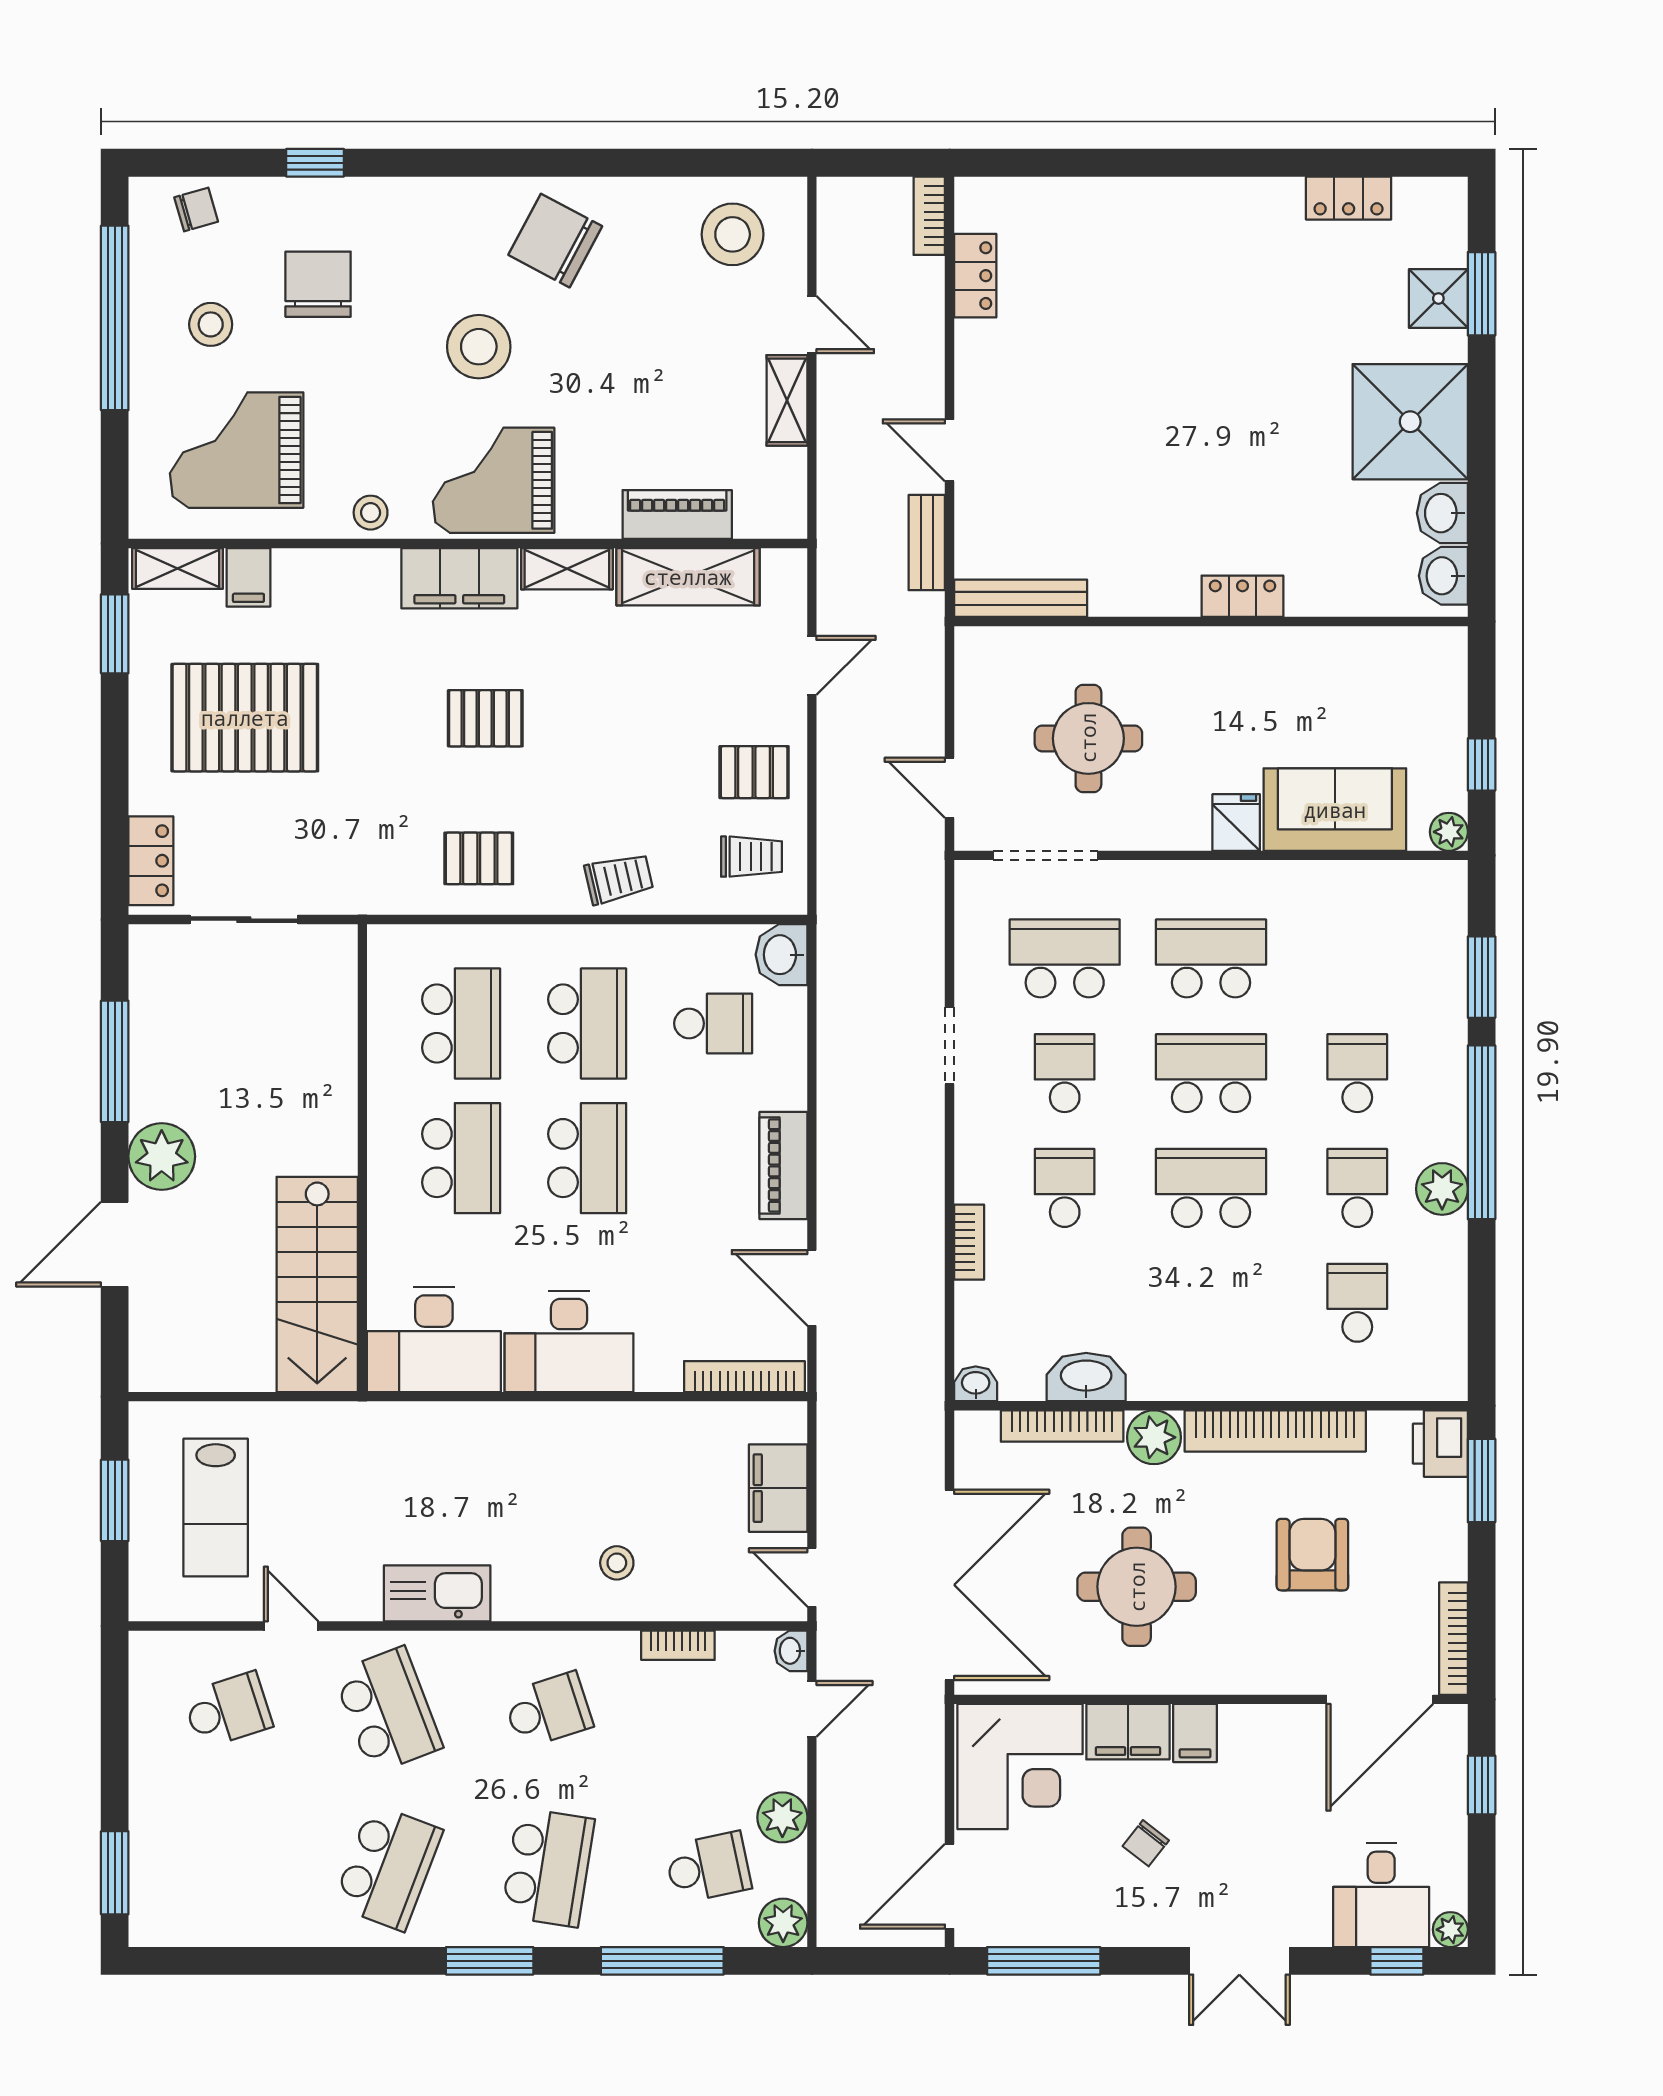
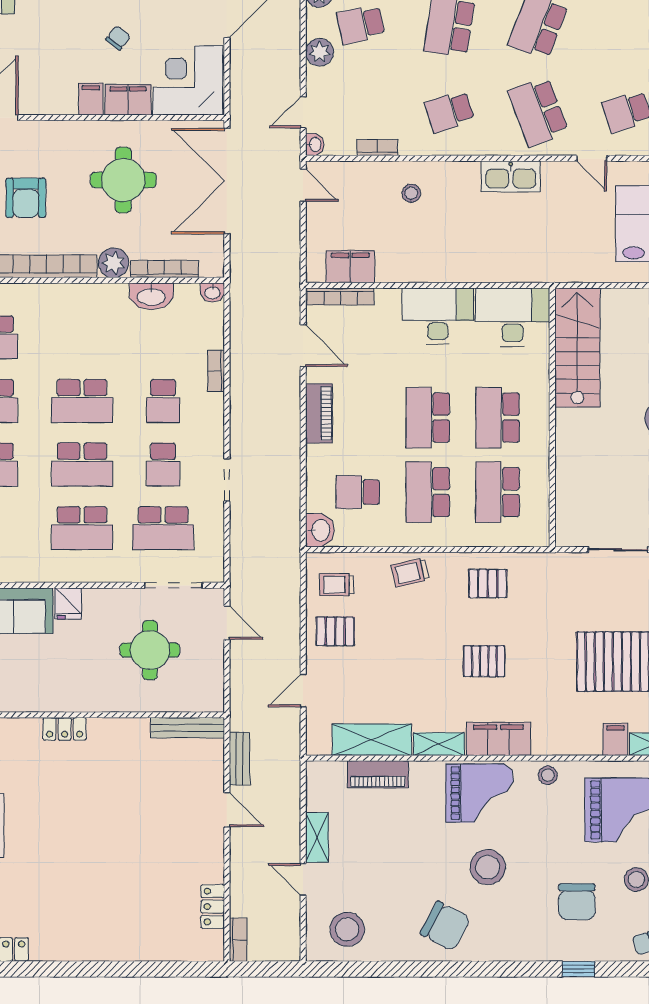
filing cabinet: (778, 1488) -> (350, 267), moved, turned -90

